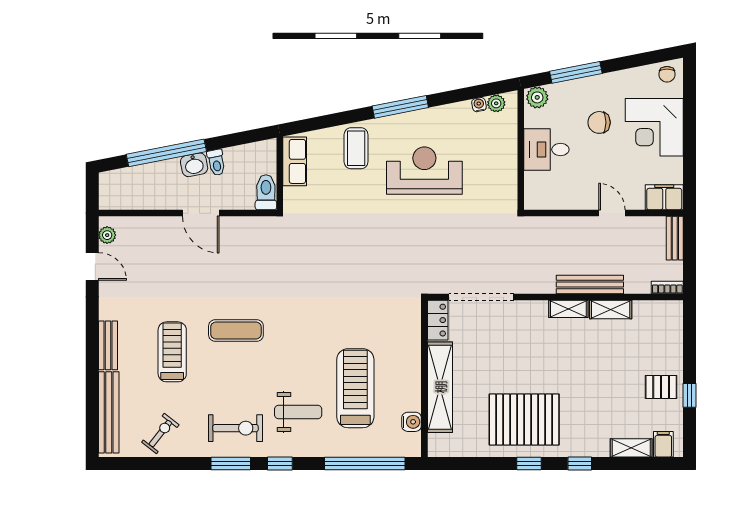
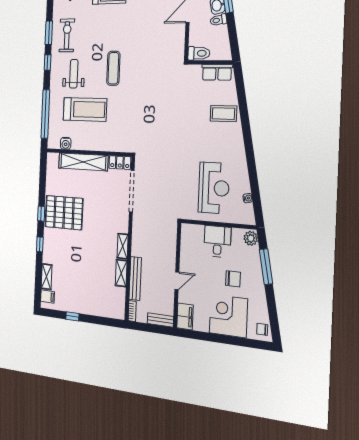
plant: (496, 103) -> (248, 210), removed
window: (400, 107) -> (248, 144), removed
chair: (599, 122) -> (233, 279), turned 90
reception desk: (424, 171) -> (214, 188), moved
bench: (590, 284) -> (135, 278), moved
exercise mat: (236, 331) -> (113, 68), moved
pallet: (661, 387) -> (78, 299), removed
weight bench: (298, 412) -> (74, 74), turned 180
pallet: (524, 420) -> (64, 213), turned 90
exercise bike: (235, 428) -> (67, 35), turned 180

